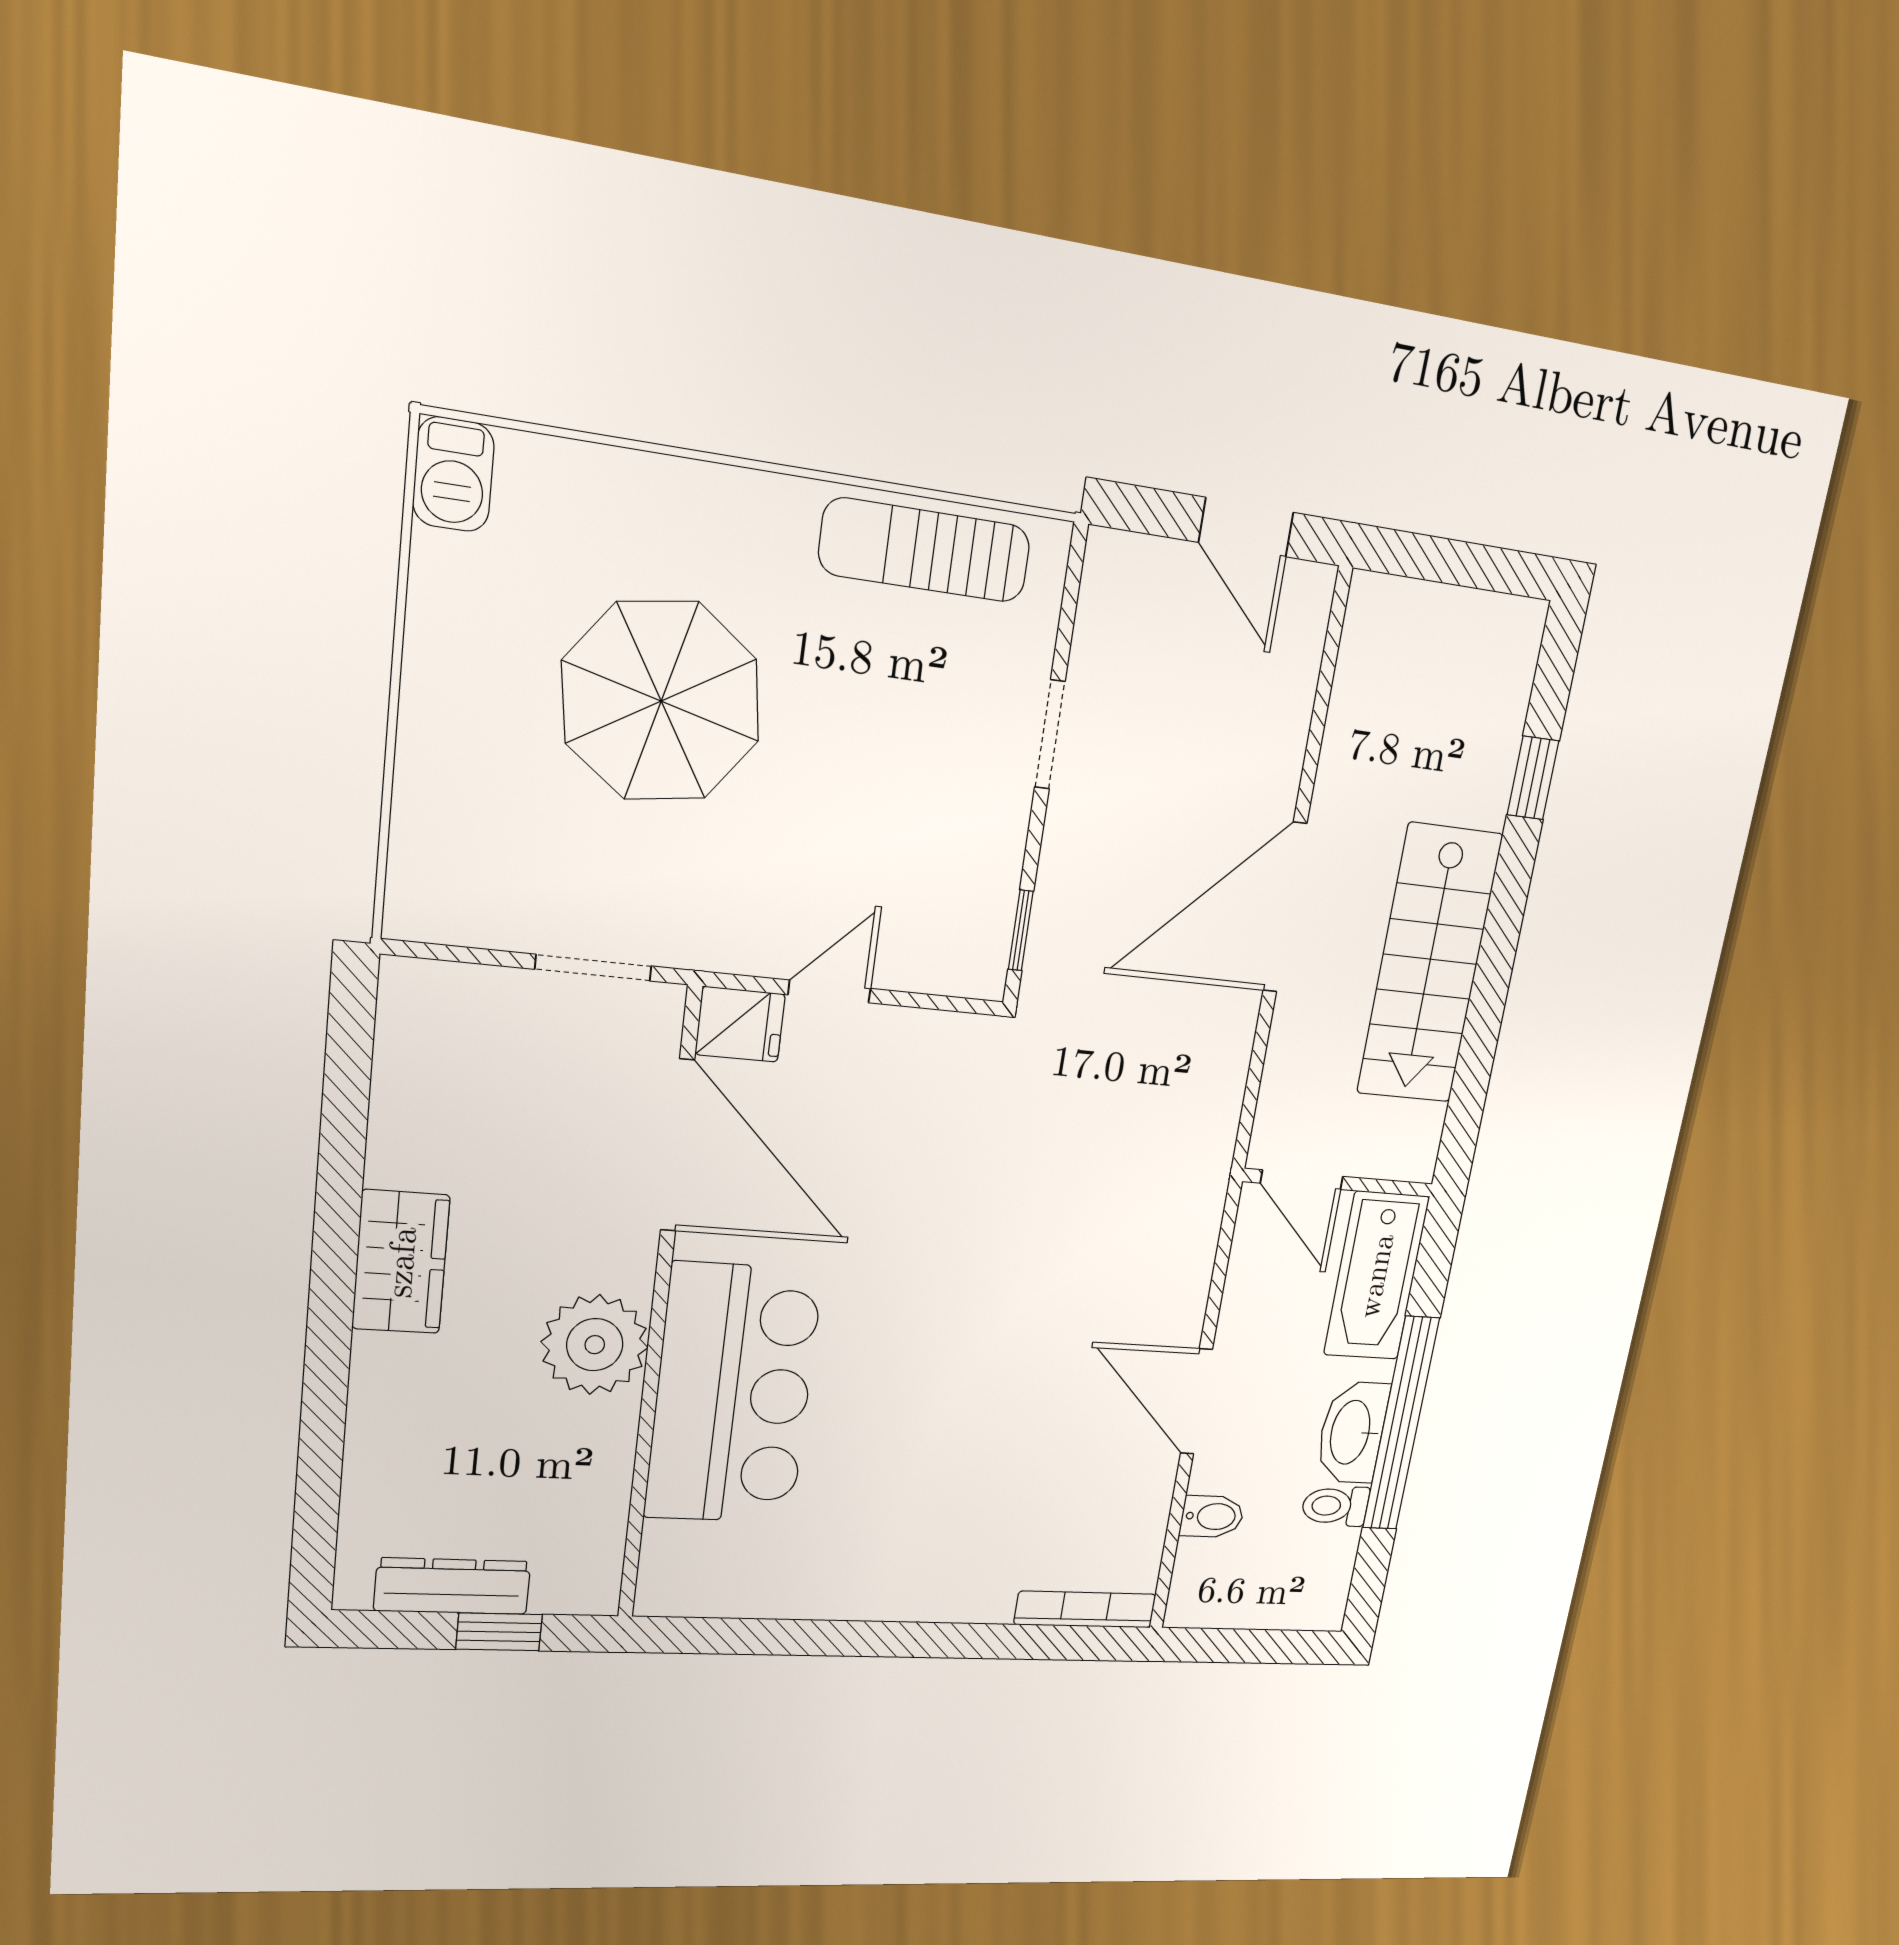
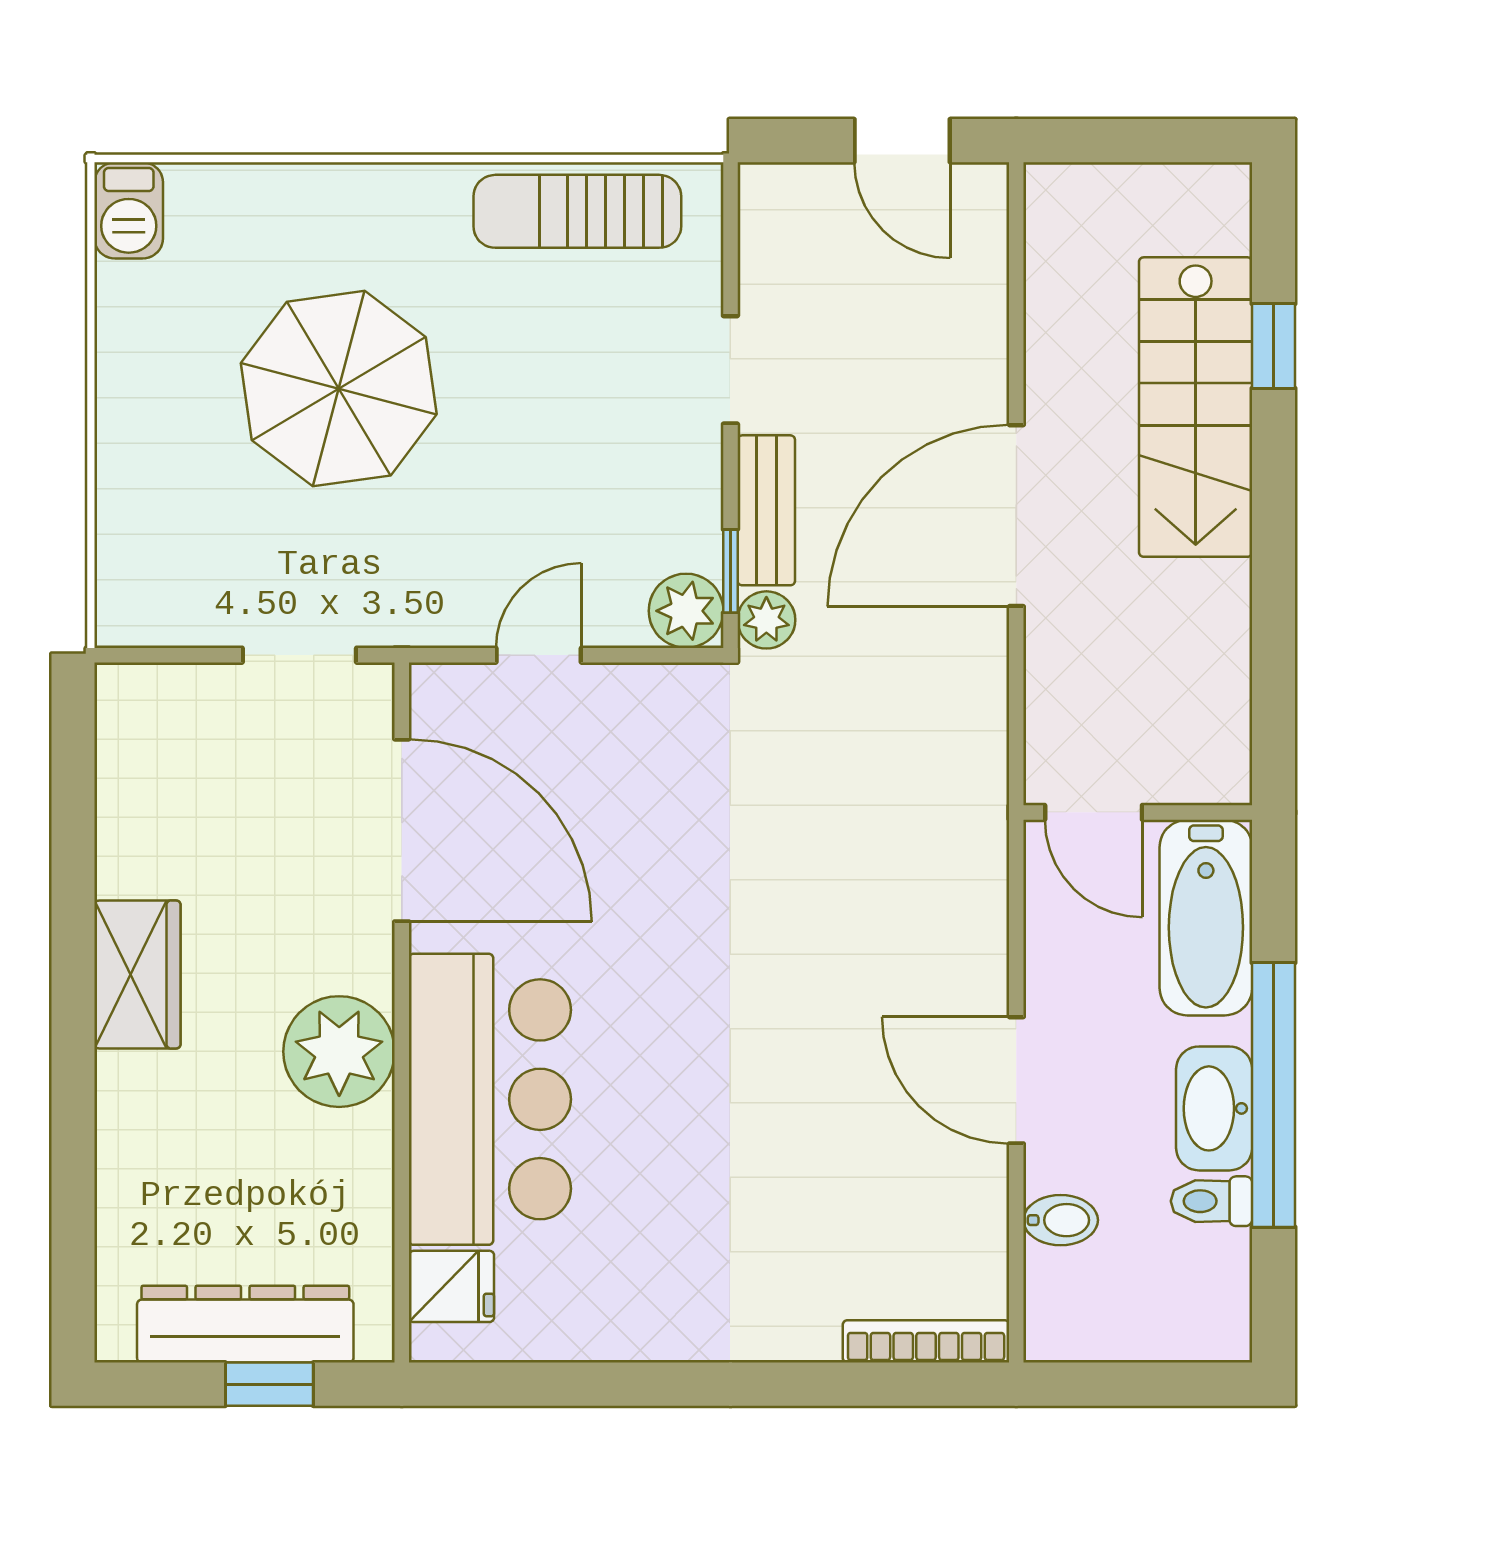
bench: (1062, 876) -> (766, 510), added
plant: (974, 964) -> (686, 611), added
stairs: (1429, 965) -> (1196, 407), moved
plant: (1047, 980) -> (766, 620), added
fridge: (740, 1024) -> (451, 1286), moved
dresser: (452, 1586) -> (245, 1324), width x1.37, depth x1.24

